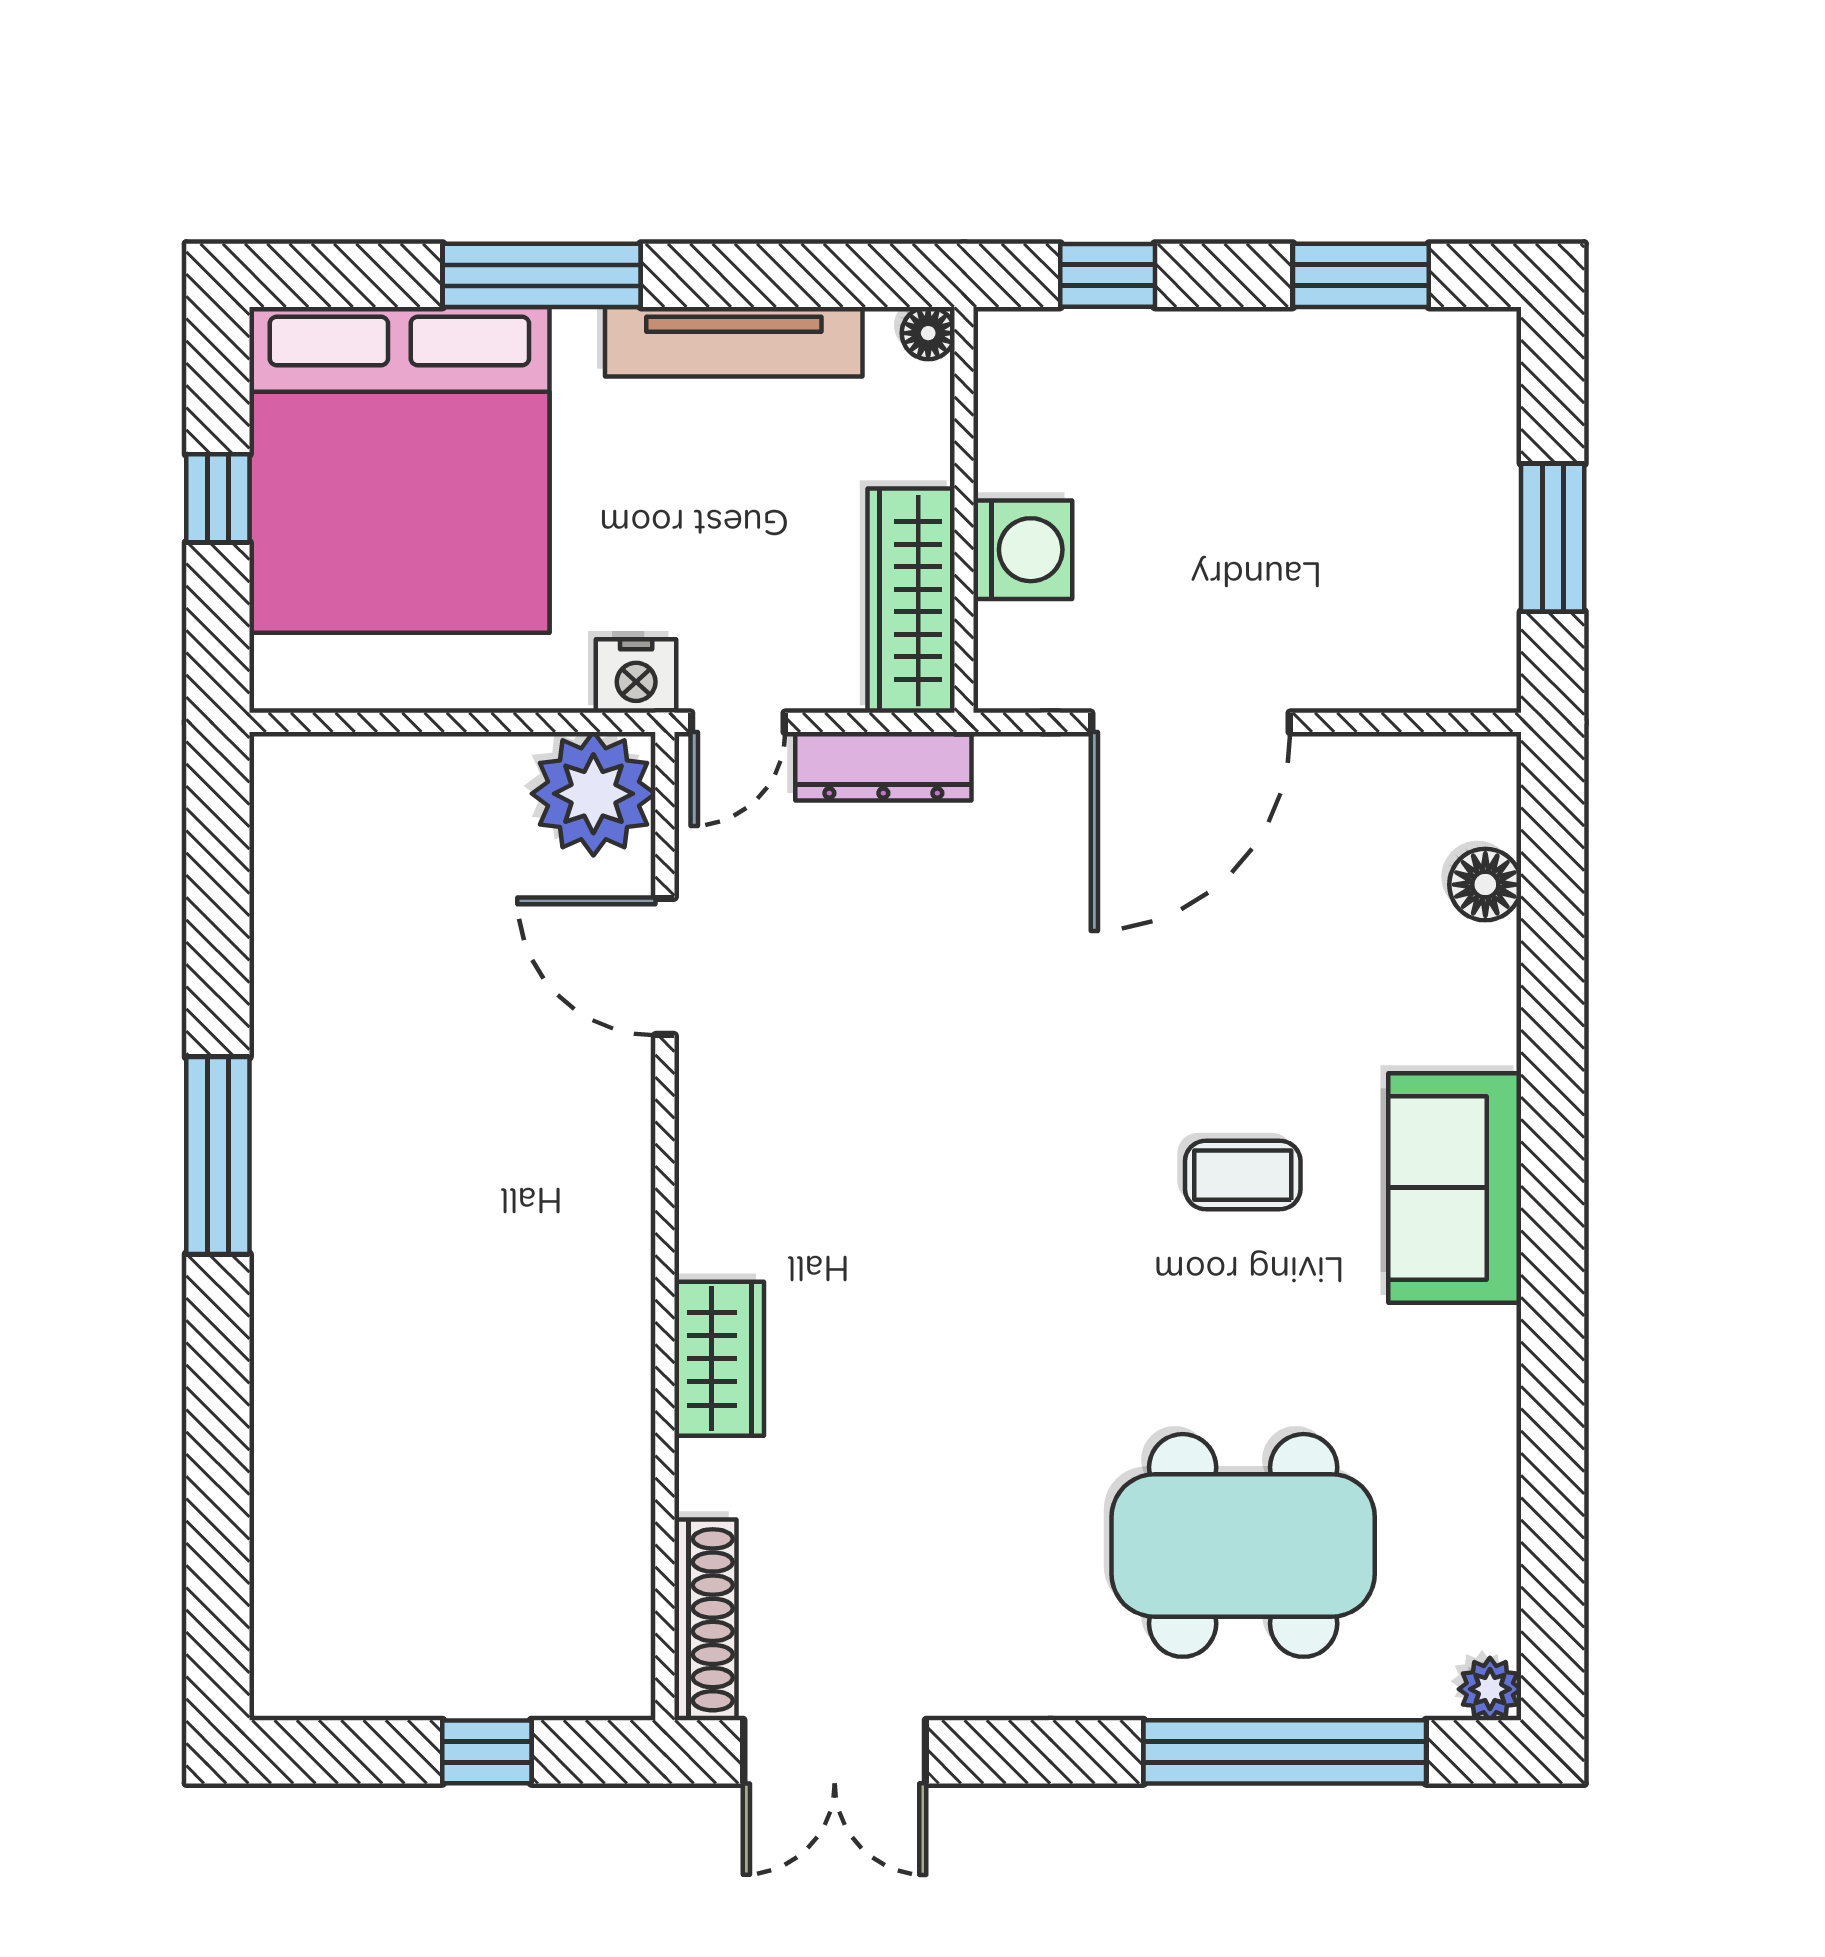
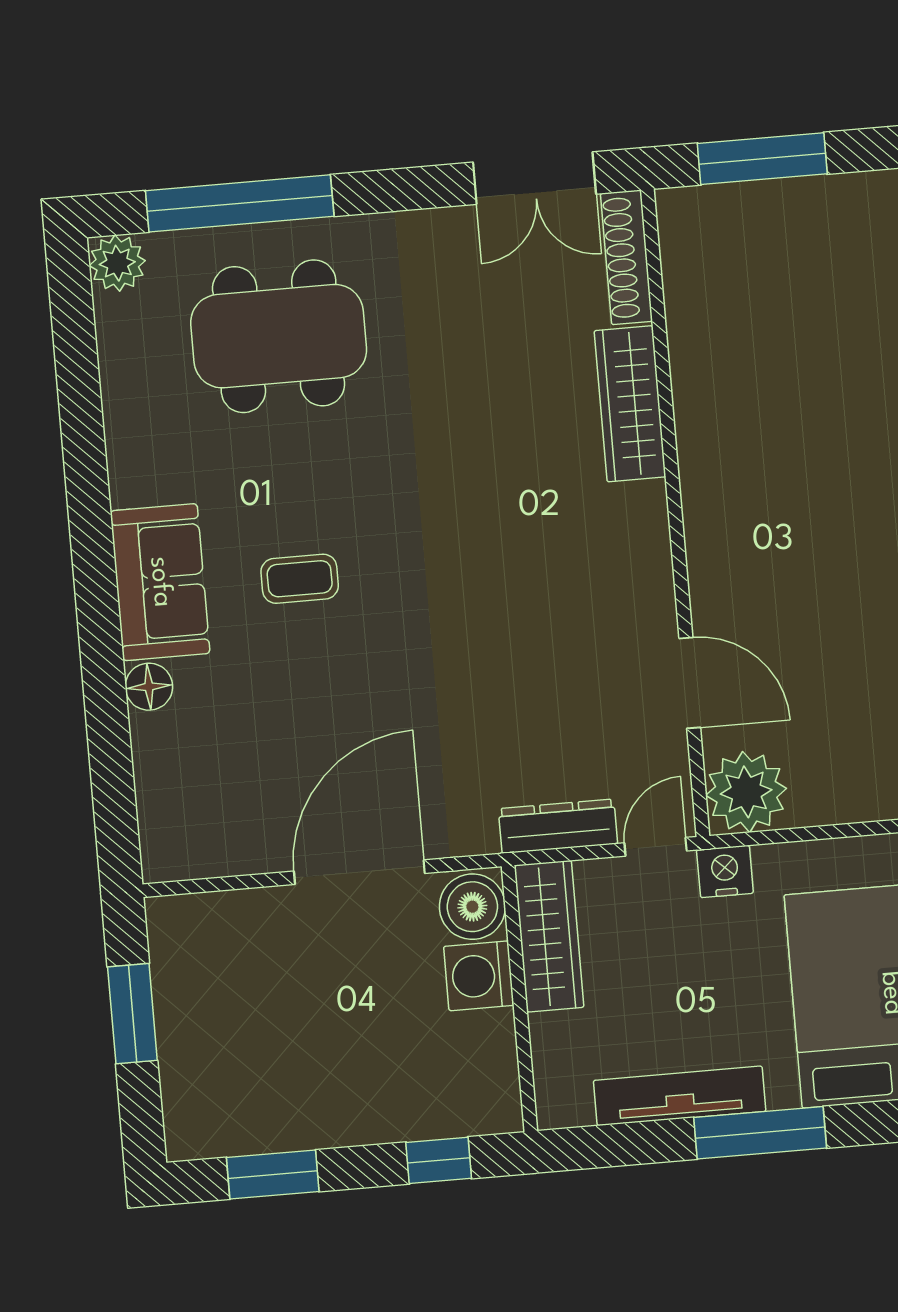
window: (542, 275) -> (760, 1133), moved
floor lamp: (928, 333) -> (553, 1112), removed
boiler: (1023, 655) -> (472, 907), added
floor lamp: (1485, 885) -> (149, 687), moved
wardrobe: (719, 1359) -> (630, 404), width x1.50
plant: (1490, 1689) -> (117, 263), width x1.38, depth x1.38
window: (487, 1752) -> (762, 159), width x2.17
double door: (835, 1752) -> (535, 178), swing flipped

